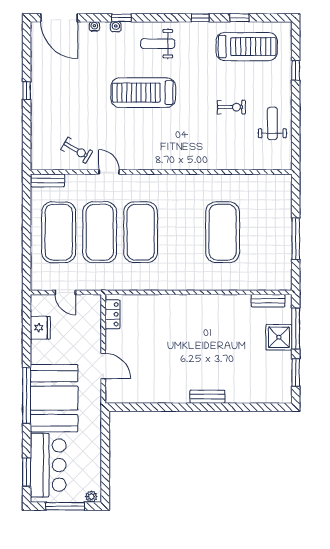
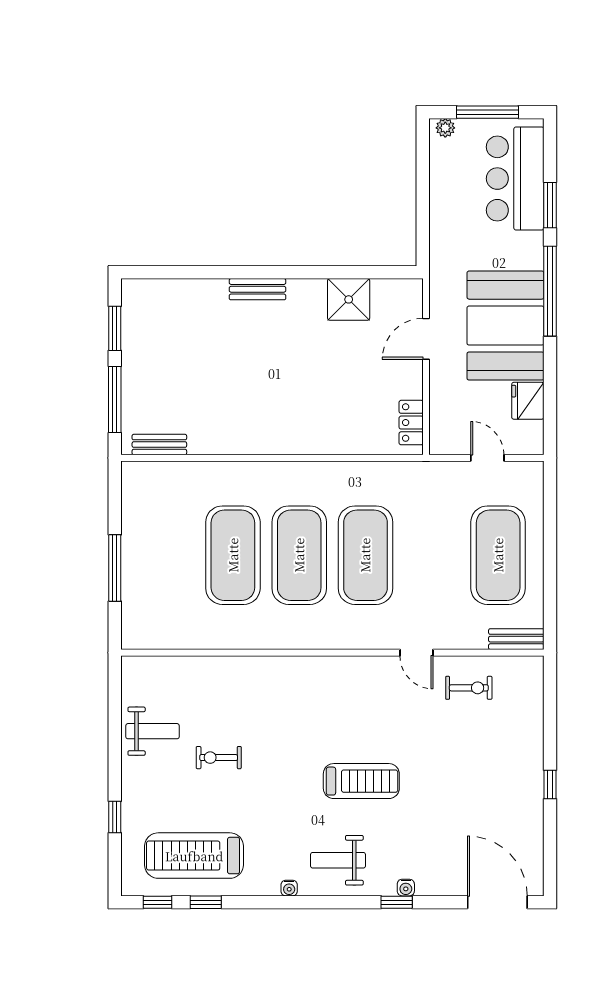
window: (200, 18) -> (157, 902), moved
water cooler: (94, 26) -> (289, 888), moved
weight bench: (158, 44) -> (338, 860), turned 180
treadmill: (143, 93) -> (361, 781), width x0.73, depth x0.73
weight bench: (272, 123) -> (152, 731), turned -90
exercise bike: (77, 150) -> (469, 688), turned 150
exercise mat: (100, 232) -> (299, 555), moved
window: (296, 239) -> (115, 568), moved
shower: (279, 337) -> (349, 299), moved
door: (103, 366) -> (426, 339), hinge flipped
booth: (54, 398) -> (505, 326), moved
window: (27, 472) -> (550, 205), moved

